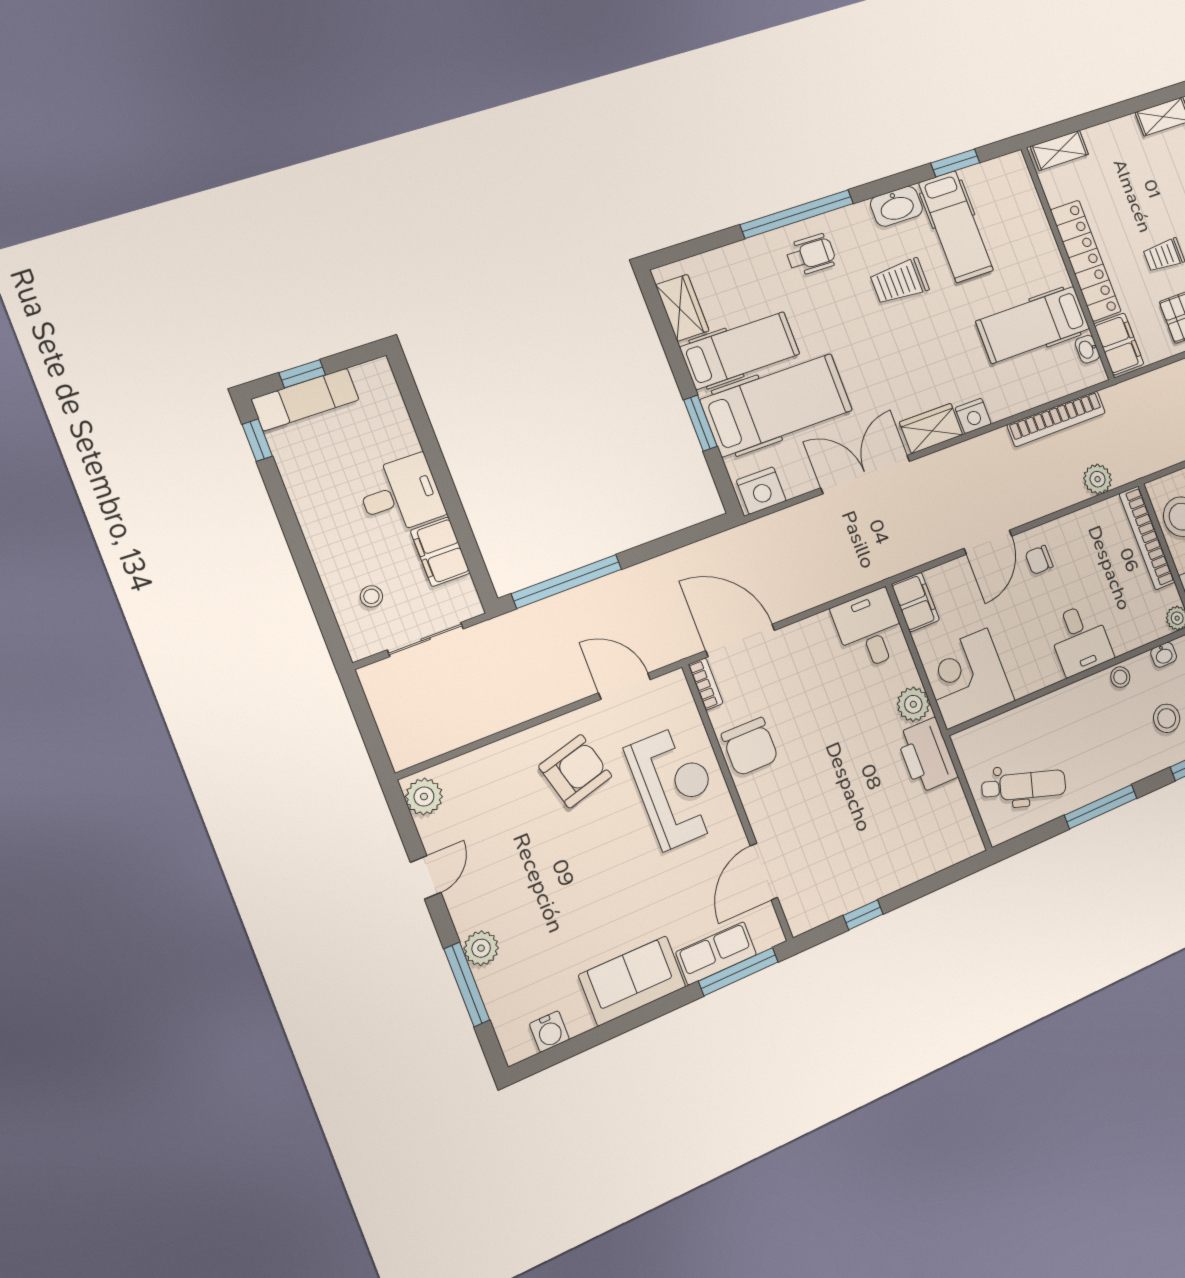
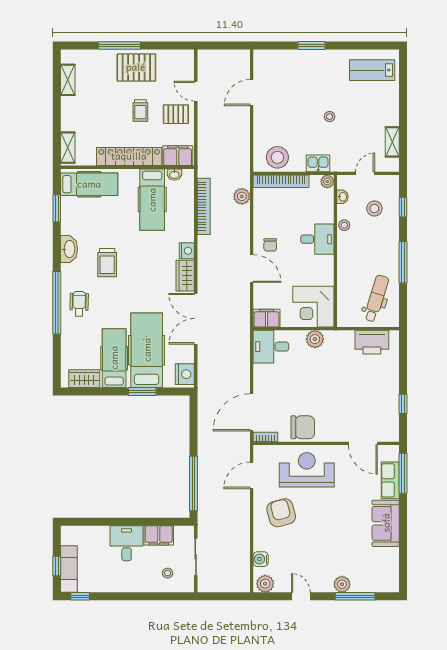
hospital bed: (956, 227) -> (89, 184), moved
printer: (927, 755) -> (372, 342), moved
water cooler: (549, 1032) -> (261, 559), moved, turned 180

